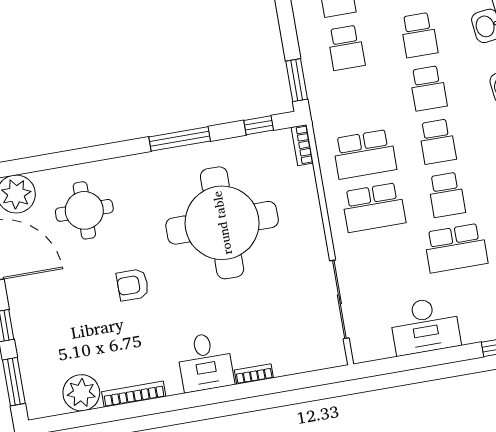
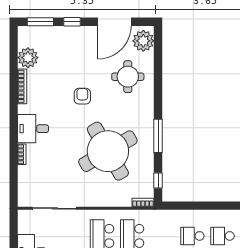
window: (297, 80) -> (179, 206), removed
round table: (222, 223) -> (108, 151), turned -30

